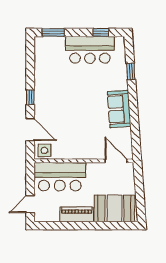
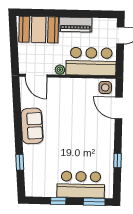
window: (101, 32) -> (58, 201), moved
bar counter: (90, 50) -> (81, 185), moved
window: (30, 97) -> (118, 160), moved
plant: (92, 168) -> (60, 70), added

